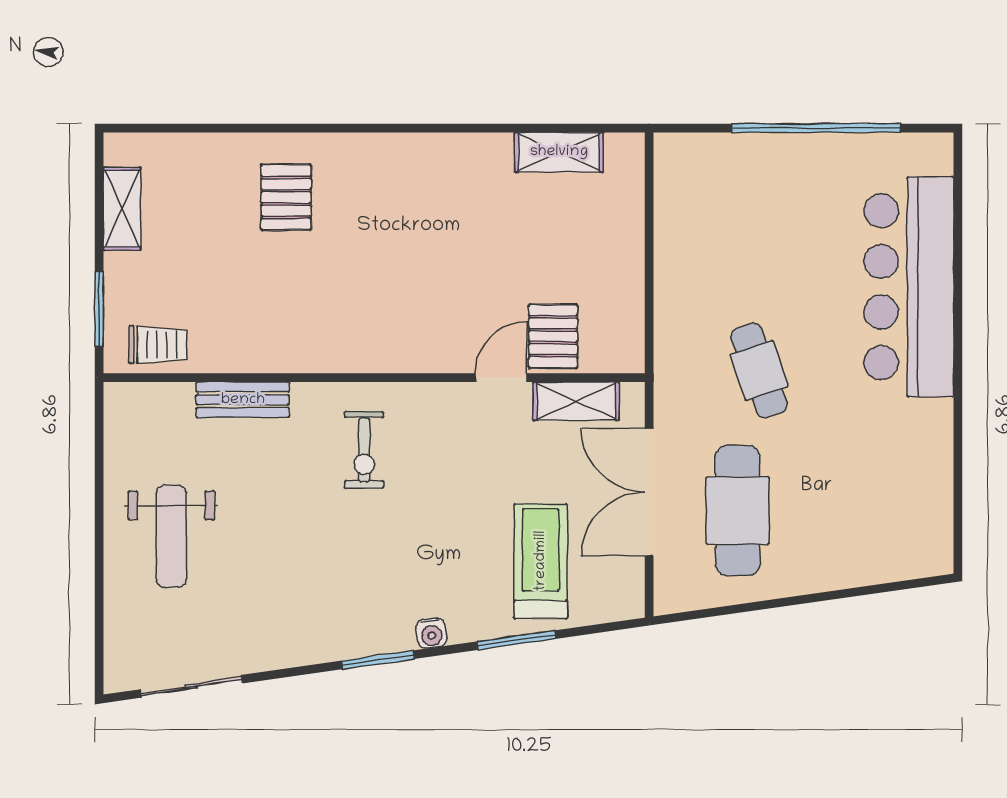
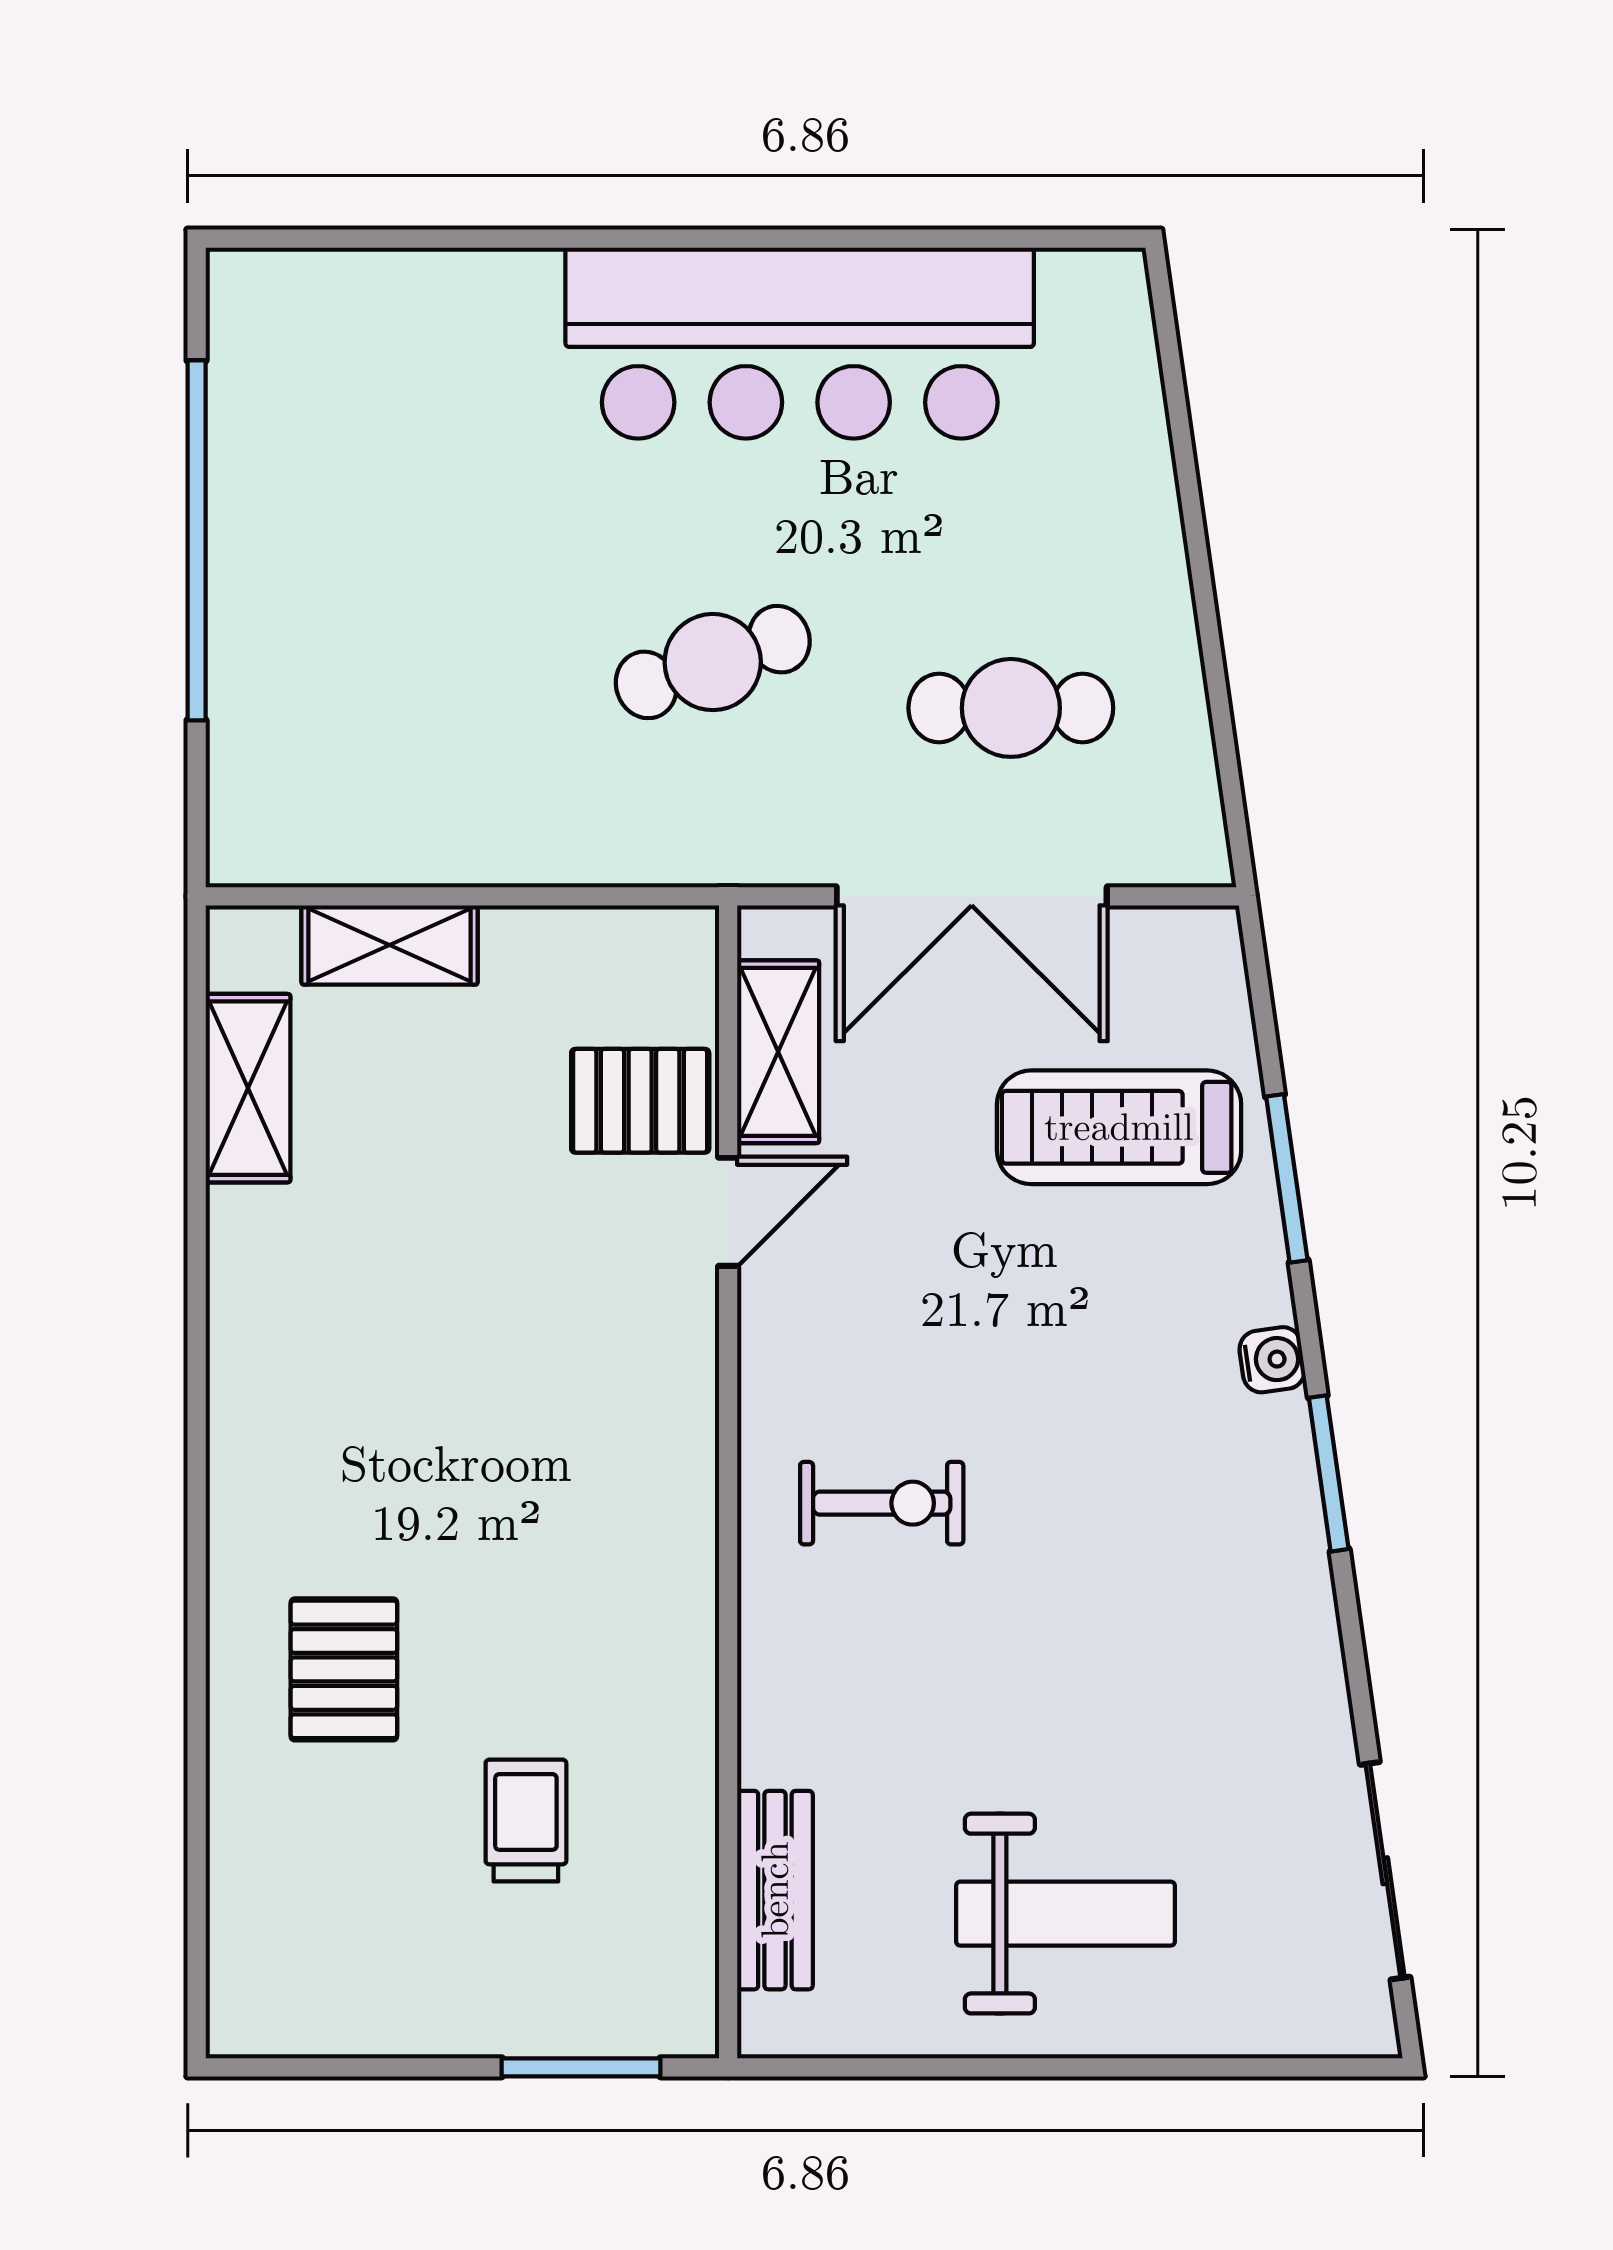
pallet: (286, 197) -> (344, 1669), turned 90
shelving: (122, 209) -> (390, 945), moved
bar counter: (909, 287) -> (800, 343), moved
trolley: (158, 345) -> (526, 1821), moved
door: (501, 378) -> (728, 1212), swing flipped
bench: (243, 400) -> (775, 1890), moved
cafe table: (738, 510) -> (1011, 708), width x0.73, depth x0.74

